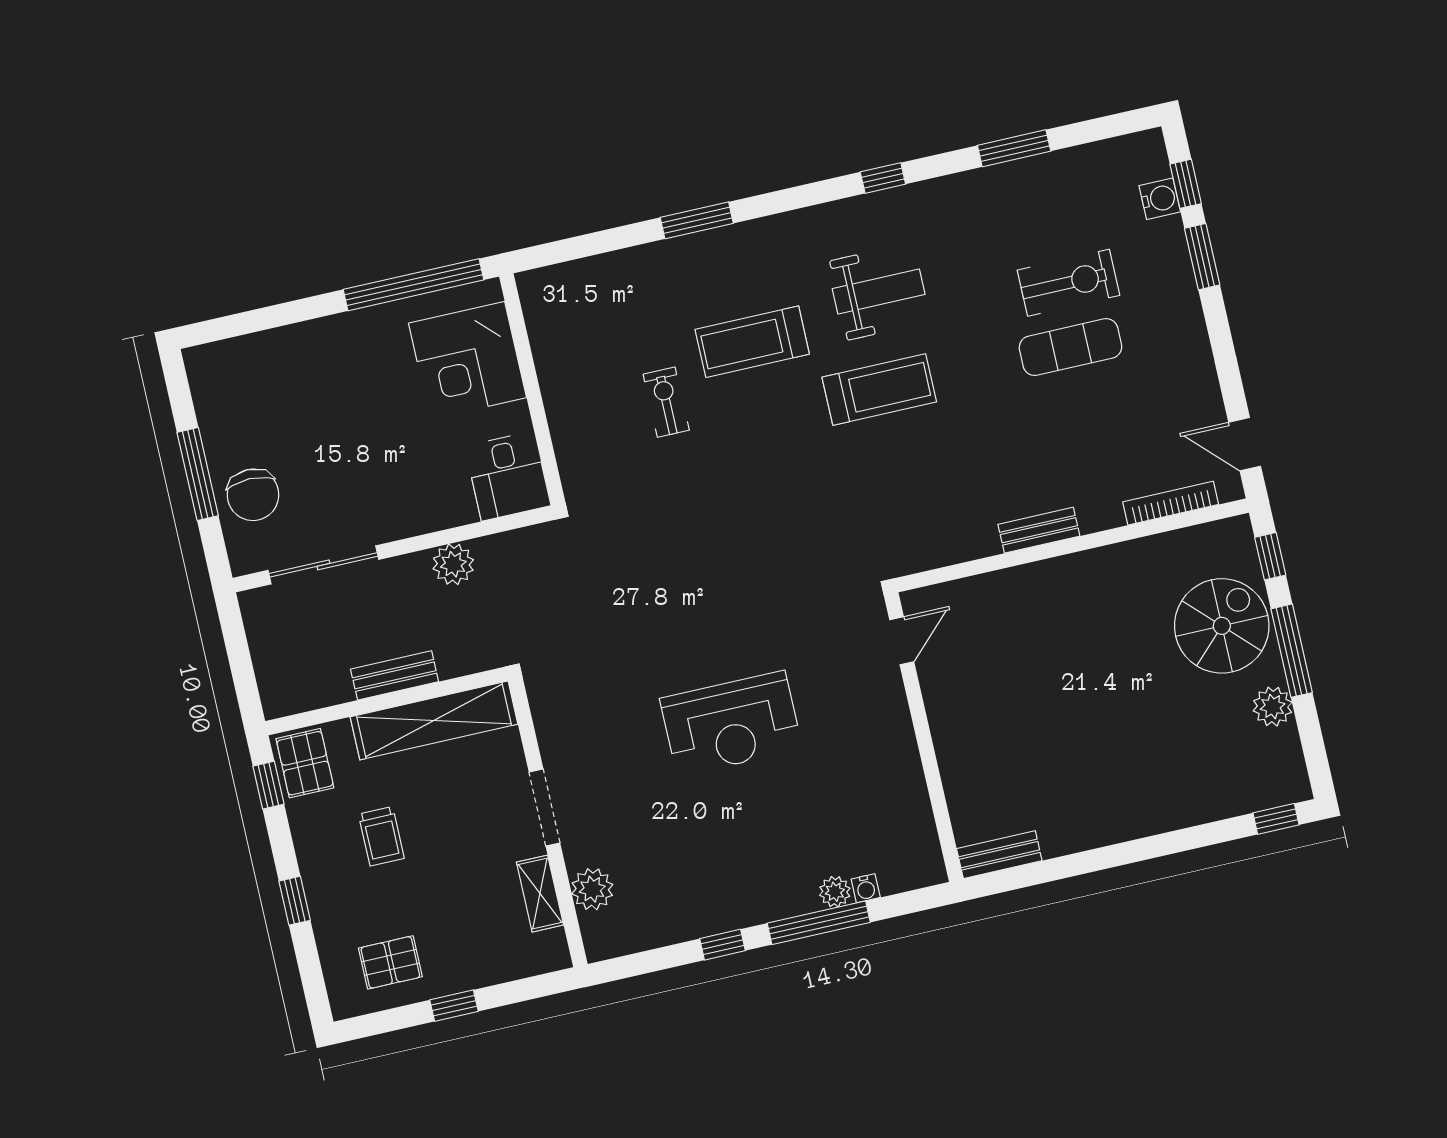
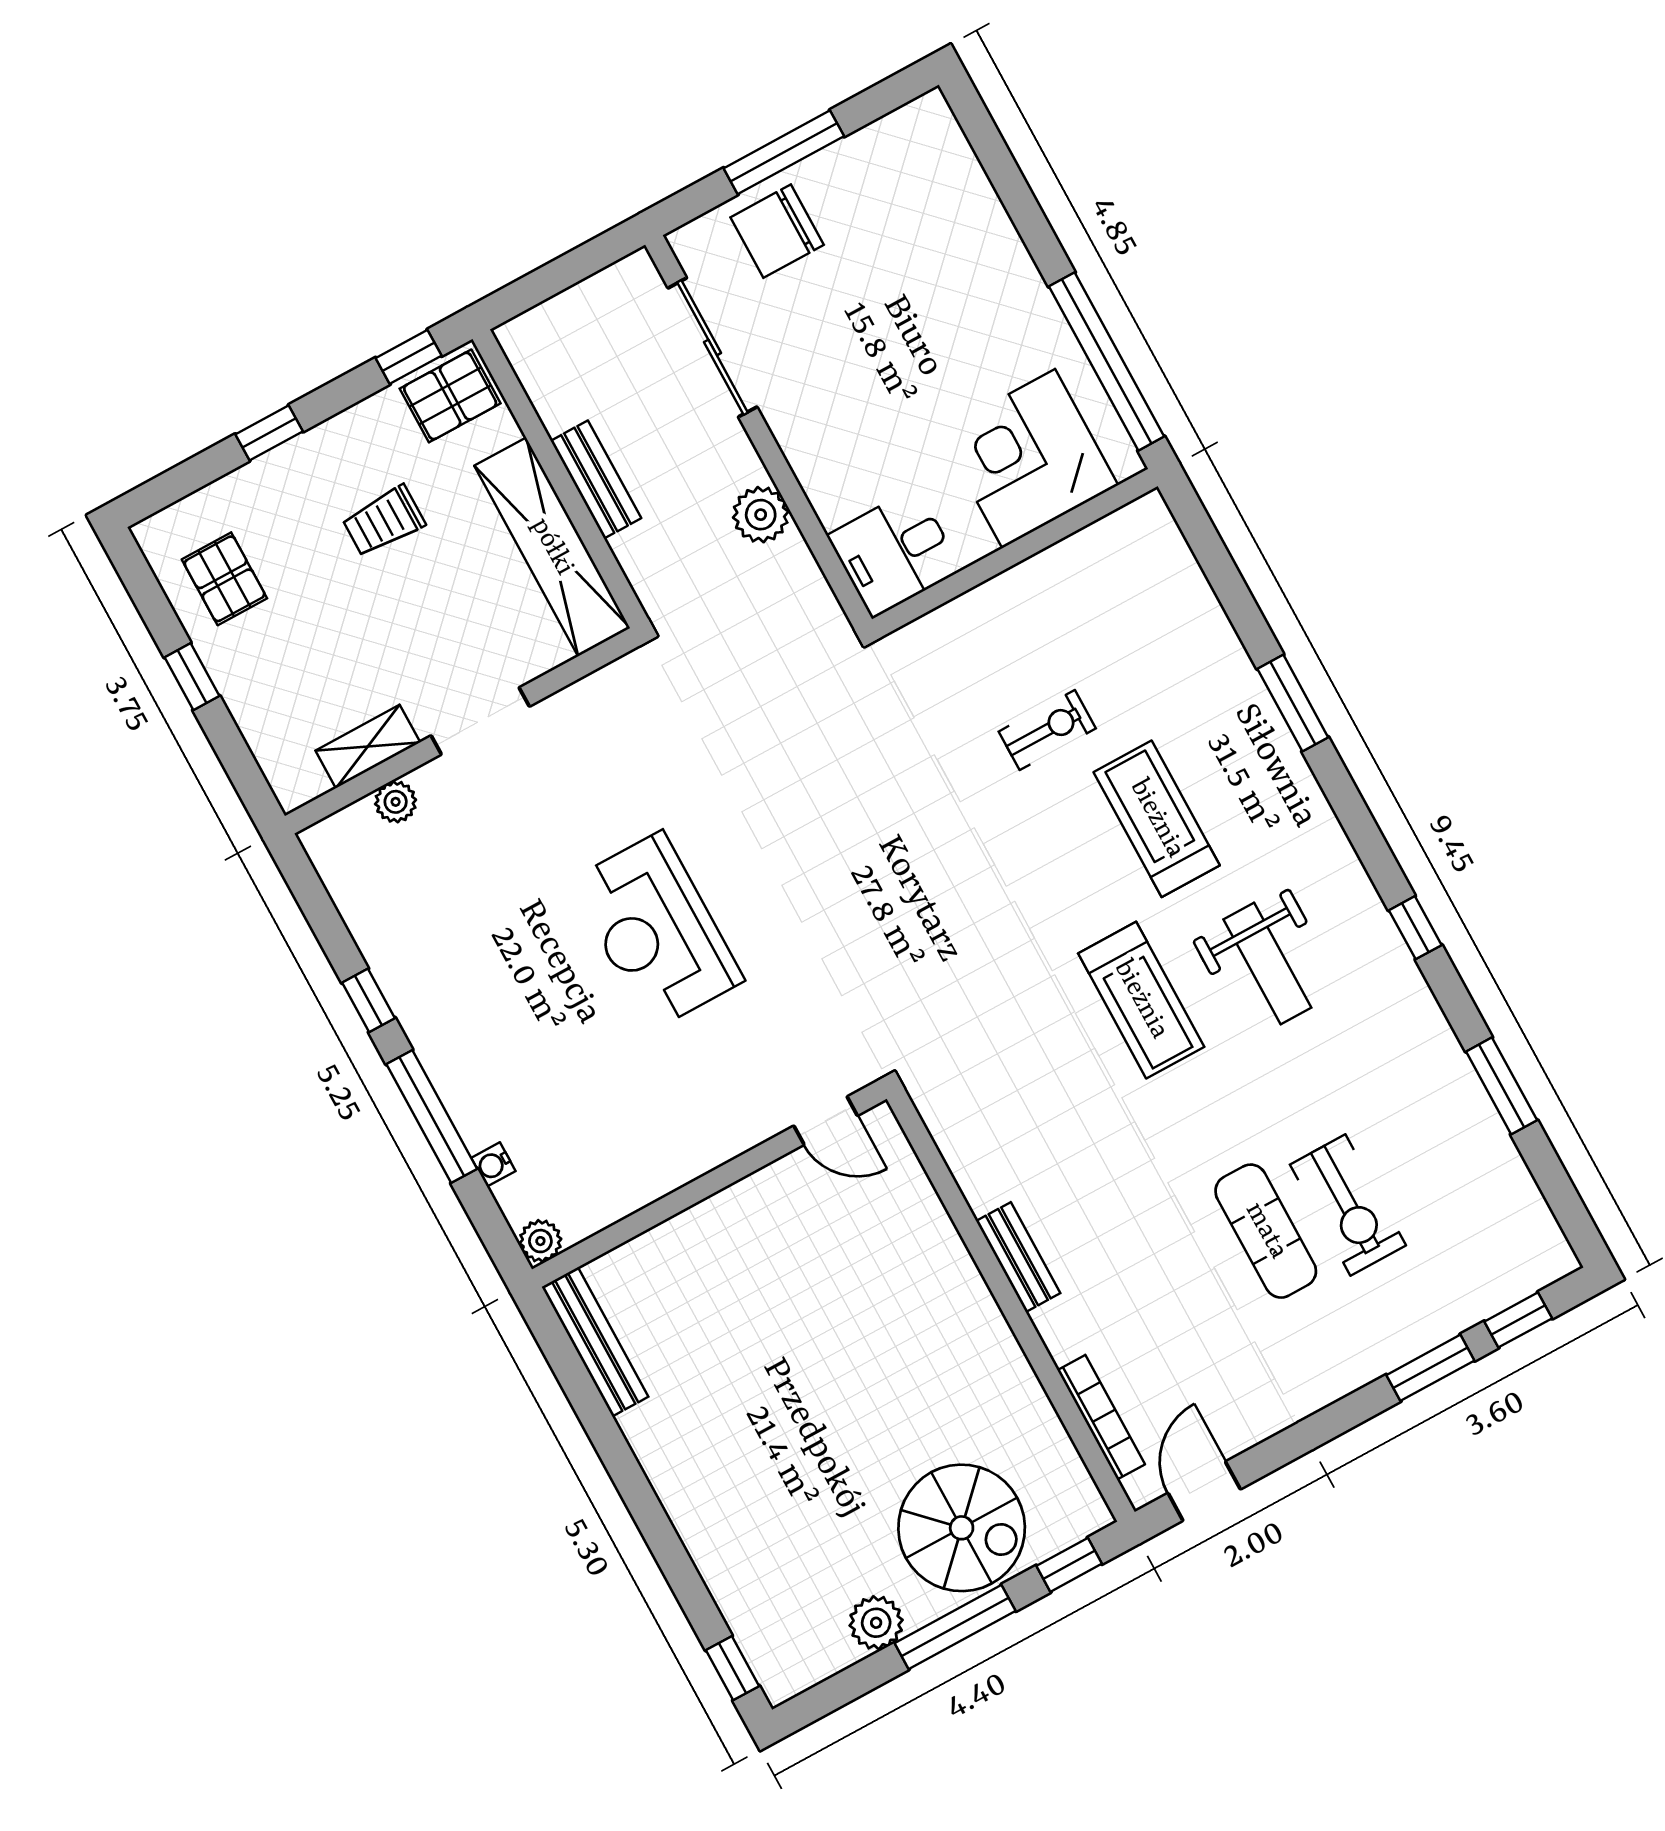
water cooler: (1160, 199) -> (1490, 1292), removed
bench: (999, 855) -> (595, 1342), width x1.36
plant: (592, 889) -> (396, 802), width x0.73, depth x0.73
plant: (835, 892) -> (540, 1241), moved

